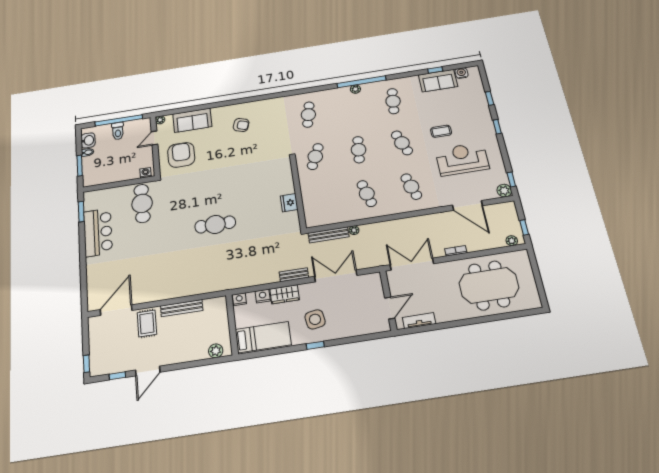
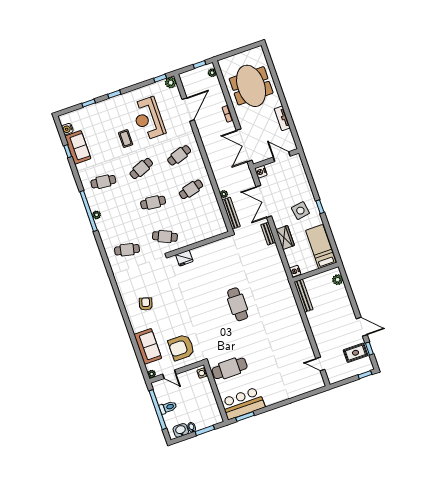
fridge: (289, 203) -> (184, 258), moved
bar counter: (98, 232) -> (243, 403), moved
nightstand: (263, 296) -> (261, 172), moved
bench: (182, 308) -> (304, 296), moved
door: (116, 310) -> (320, 364), width x0.53
tv unit: (419, 321) -> (282, 118), moved
rug: (147, 323) -> (355, 353), moved

